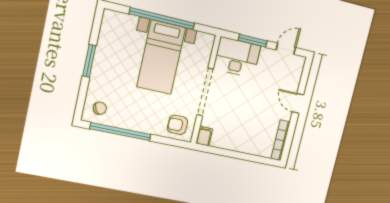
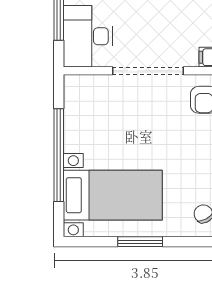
bed with nightstands: (161, 57) -> (113, 195), moved

